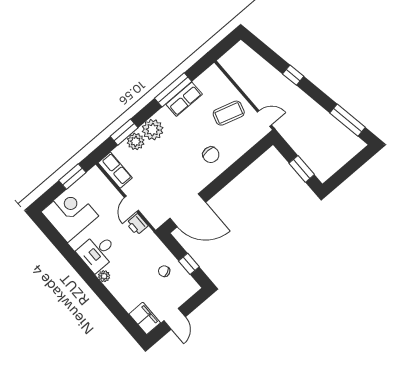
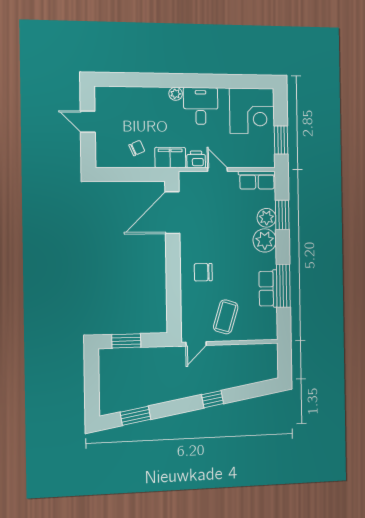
window: (348, 120) -> (135, 416), width x0.69
window: (189, 264) -> (125, 175), removed
filing cabinet: (145, 318) -> (170, 158), moved, turned 180

